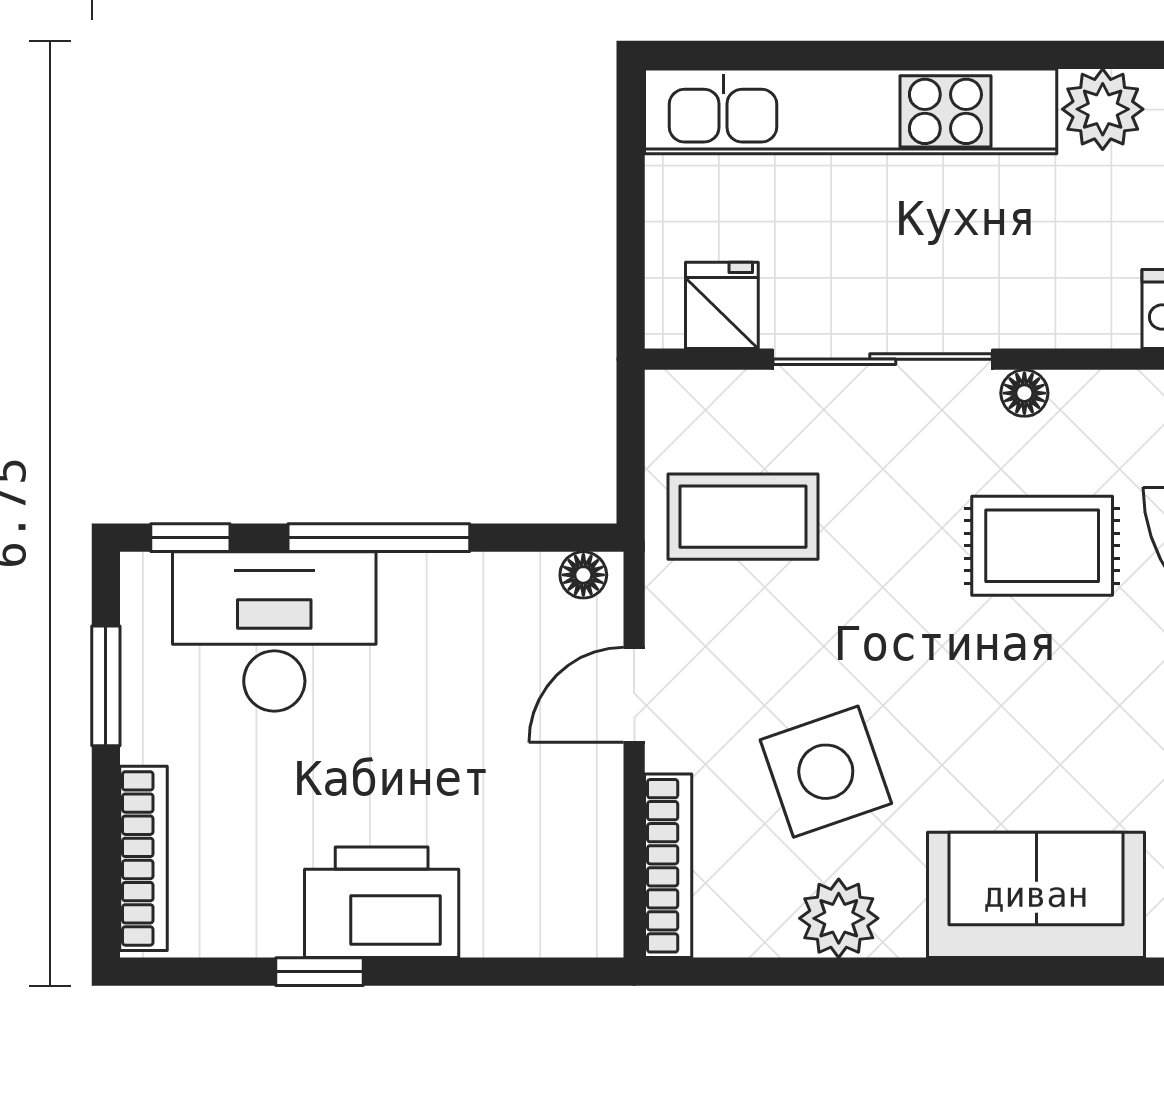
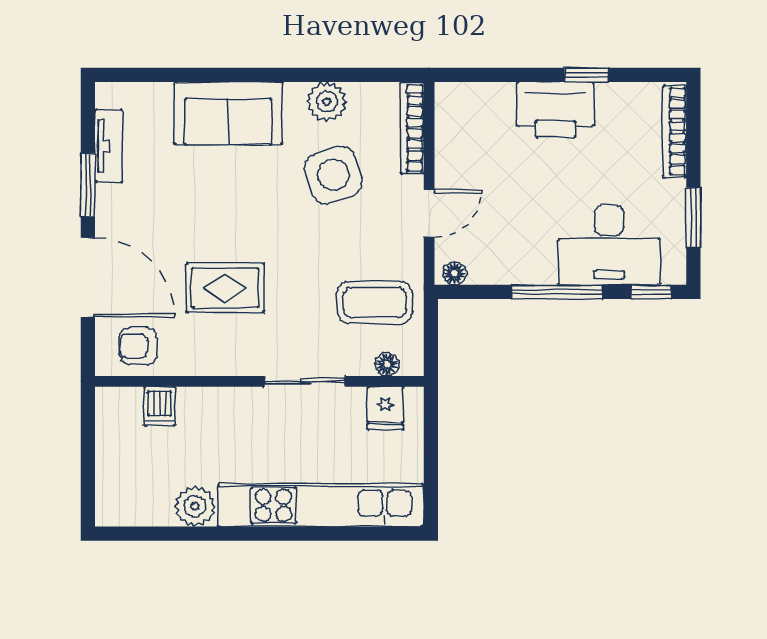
sliding door: (883, 359) -> (305, 381), width x0.73
floor lamp: (1024, 393) -> (387, 364), moved

